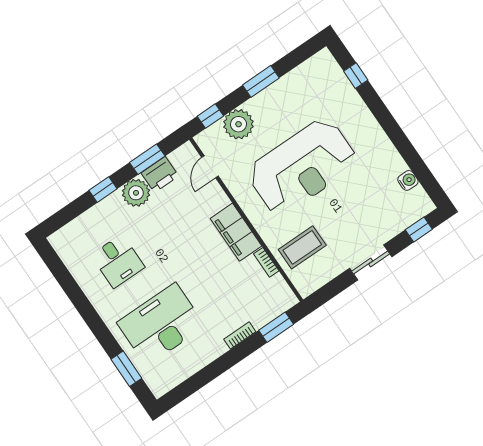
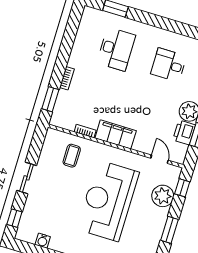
coffee table: (302, 247) -> (72, 156), width x0.73, depth x0.77
desk: (161, 324) -> (116, 49), width x0.73, depth x0.77

